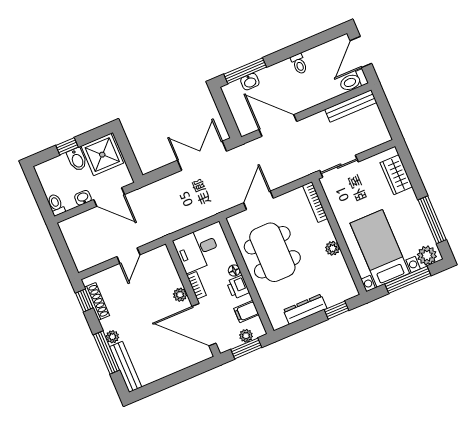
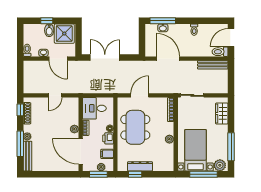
double door: (202, 156) -> (105, 58), moved
window: (337, 310) -> (135, 174), moved

